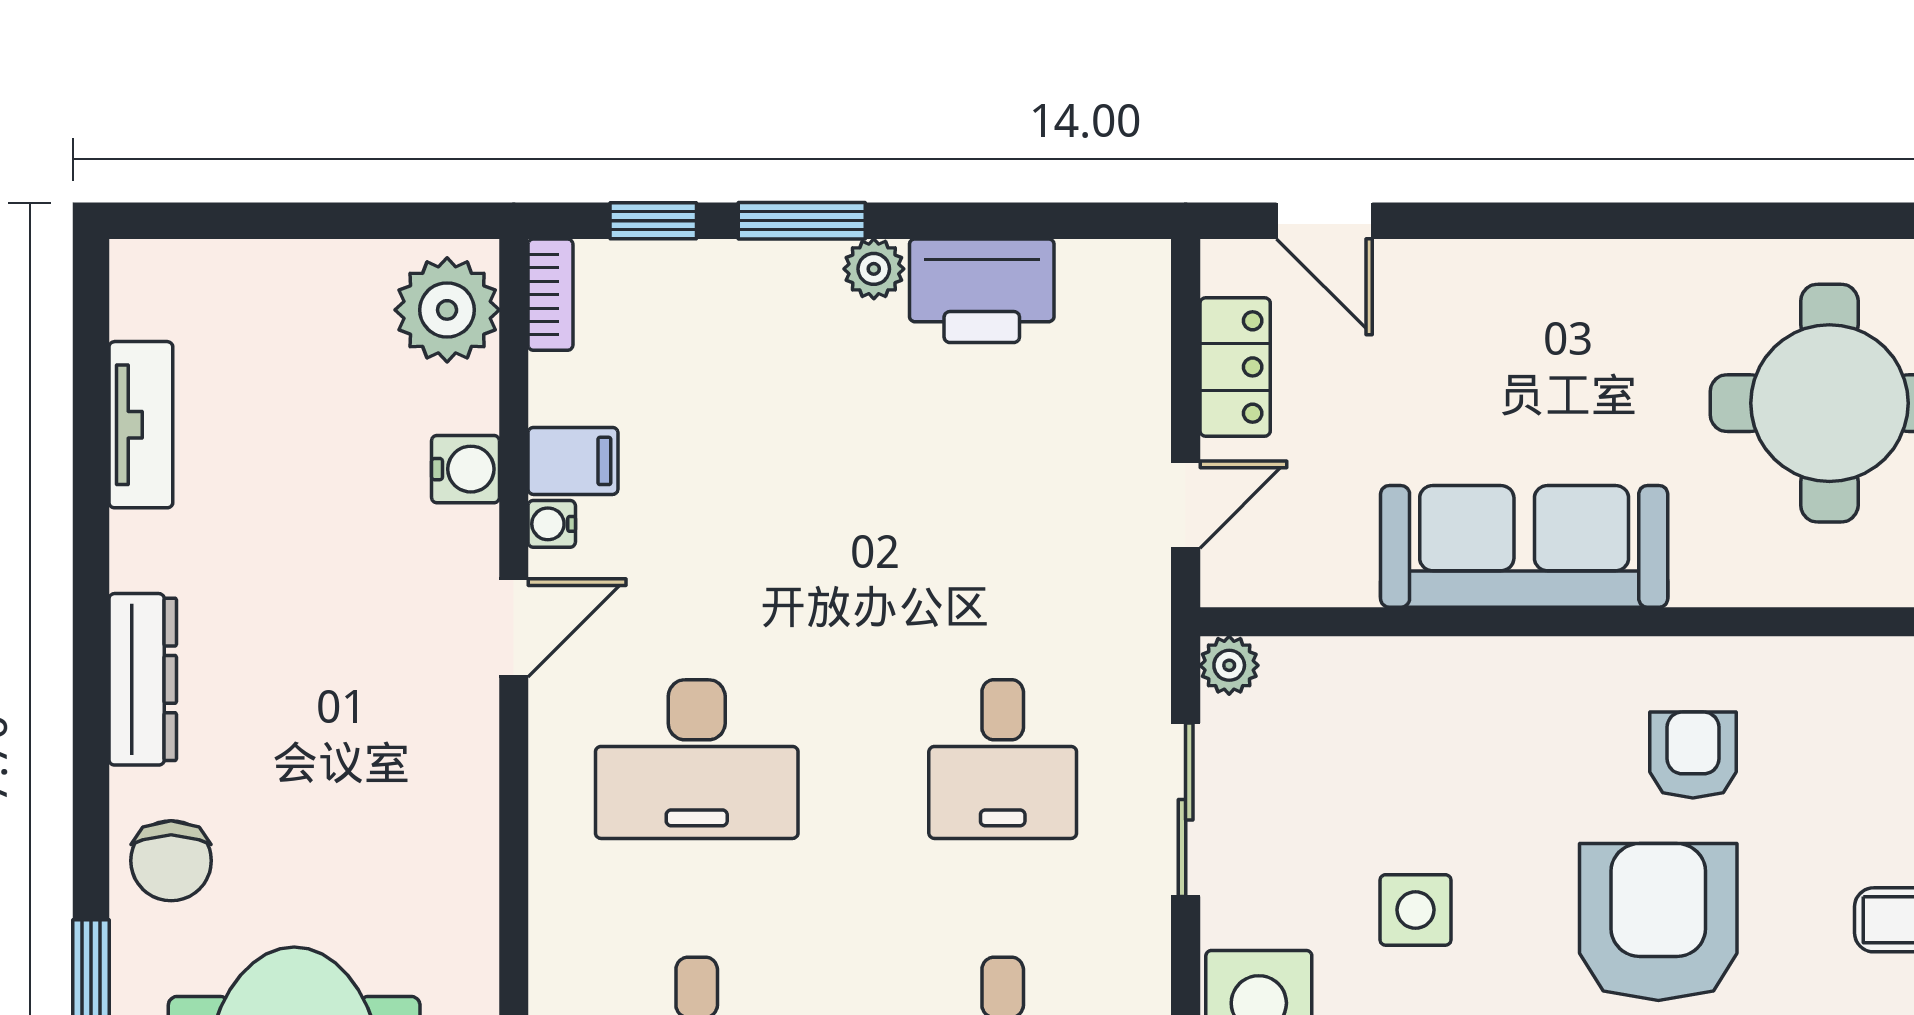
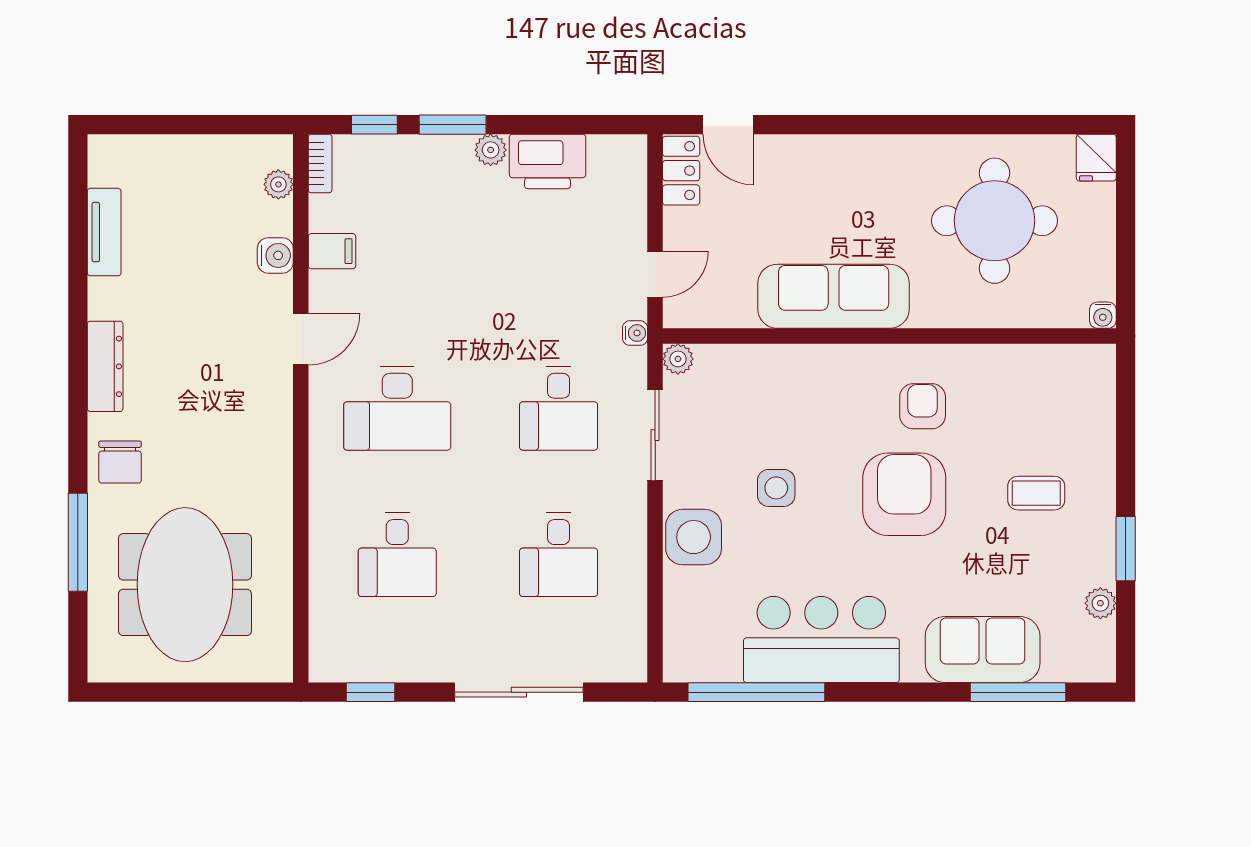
plant: (447, 310) -> (278, 184), width x0.53, depth x0.53
locker: (1235, 367) -> (681, 171), moved
water cooler: (552, 524) -> (635, 333), moved, turned 180

